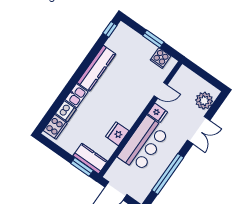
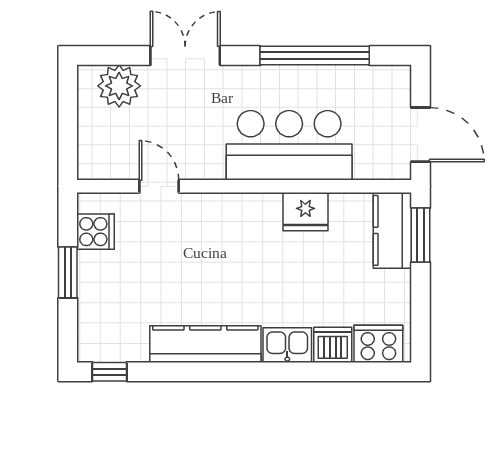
fridge: (157, 113) -> (208, 161), removed

